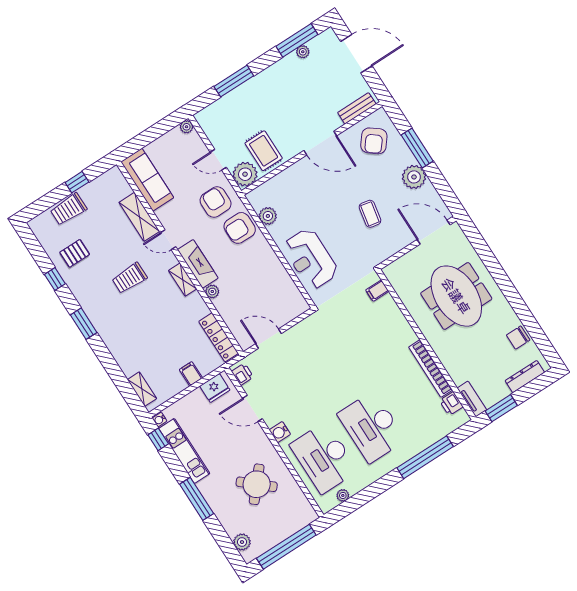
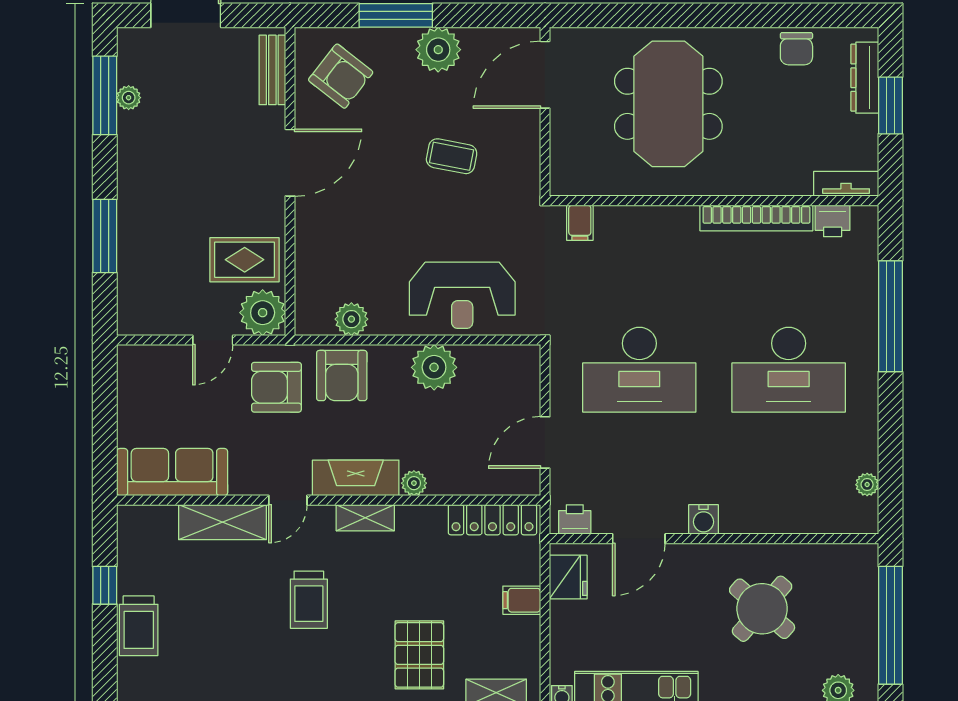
plant: (187, 127) -> (434, 367), moved, width x1.88, depth x1.88
pallet: (75, 253) -> (419, 655), moved, width x1.50, depth x1.42
meeting table: (456, 296) -> (668, 104), turned 90
window: (501, 408) -> (890, 105), moved
desk: (324, 458) -> (639, 370), moved

